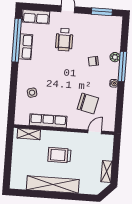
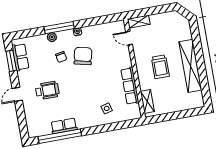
row of seats: (36, 17) -> (20, 57), moved
chair: (88, 104) -> (83, 56), moved
shelving: (107, 171) -> (139, 22), moved

